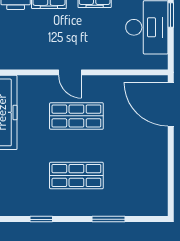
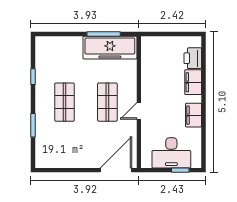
door: (70, 72) -> (139, 111), moved

